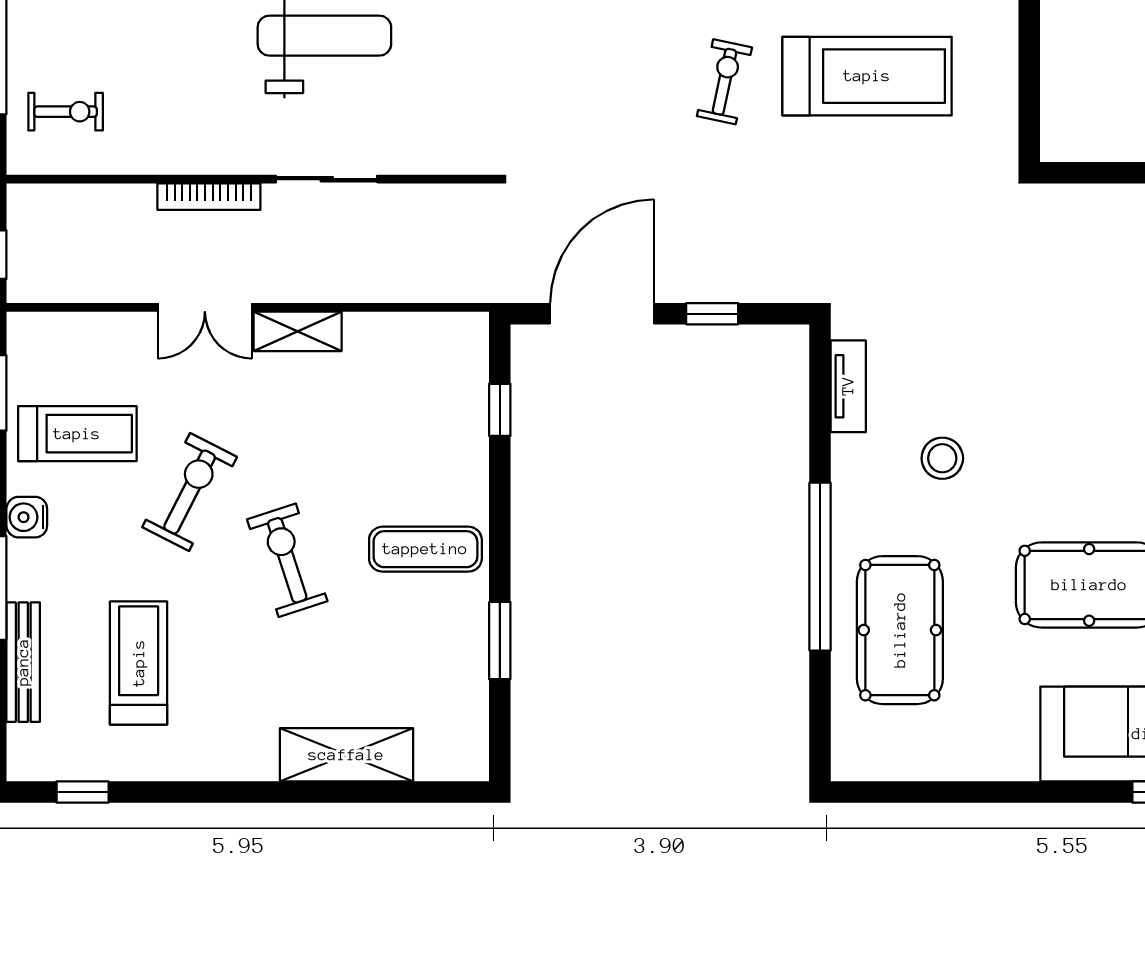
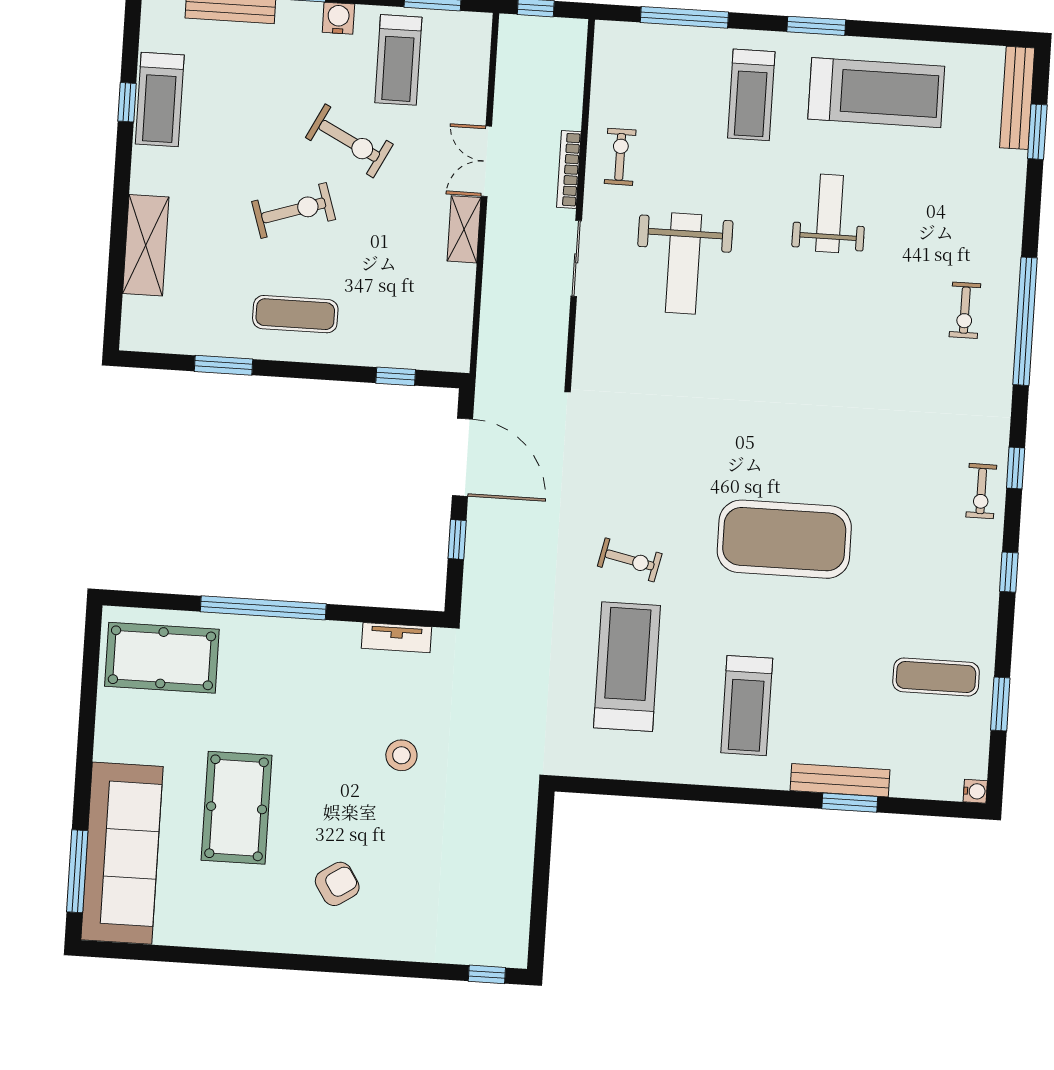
treadmill: (867, 76) -> (627, 667), turned 180
exercise bike: (66, 112) -> (620, 157), moved, turned 180
stool: (942, 458) -> (401, 755), moved
exercise mat: (425, 549) -> (295, 314), turned 90
pool table: (900, 630) -> (162, 658), moved
treadmill: (139, 663) -> (160, 99), moved, turned 90
window: (83, 792) -> (127, 102), moved

